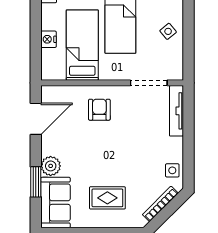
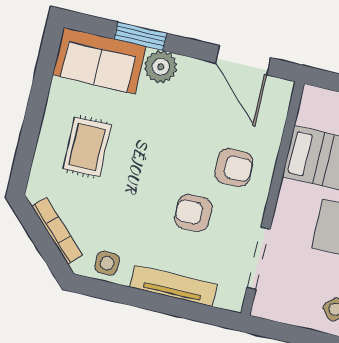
tv unit: (176, 111) -> (173, 286), moved
armchair: (131, 127) -> (193, 213), added

